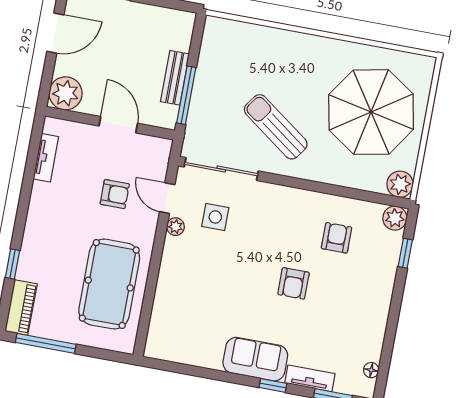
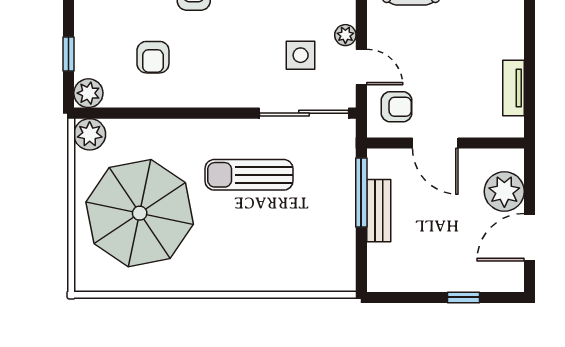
plant: (66, 93) -> (504, 191), moved
sun lounger: (276, 127) -> (249, 175), turned 144
armchair: (115, 194) -> (397, 107), moved, turned 180

